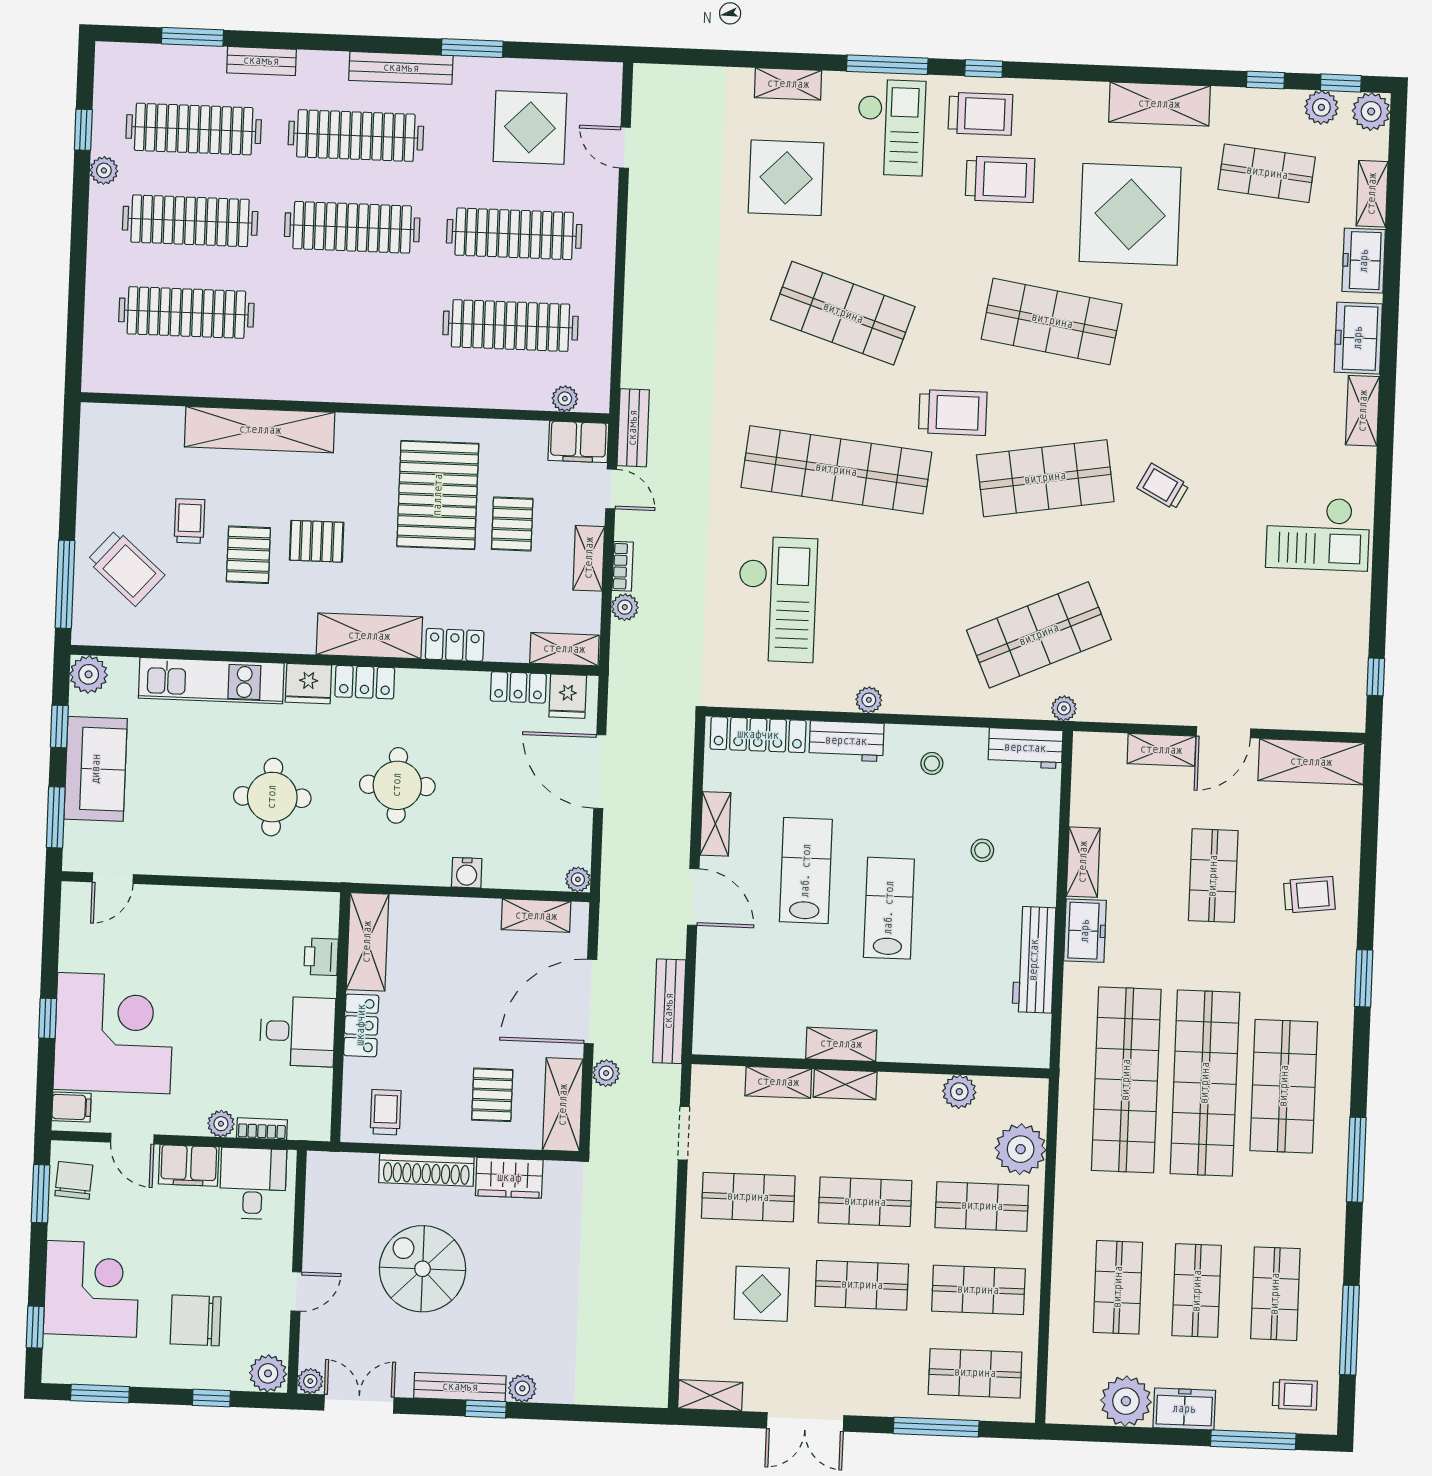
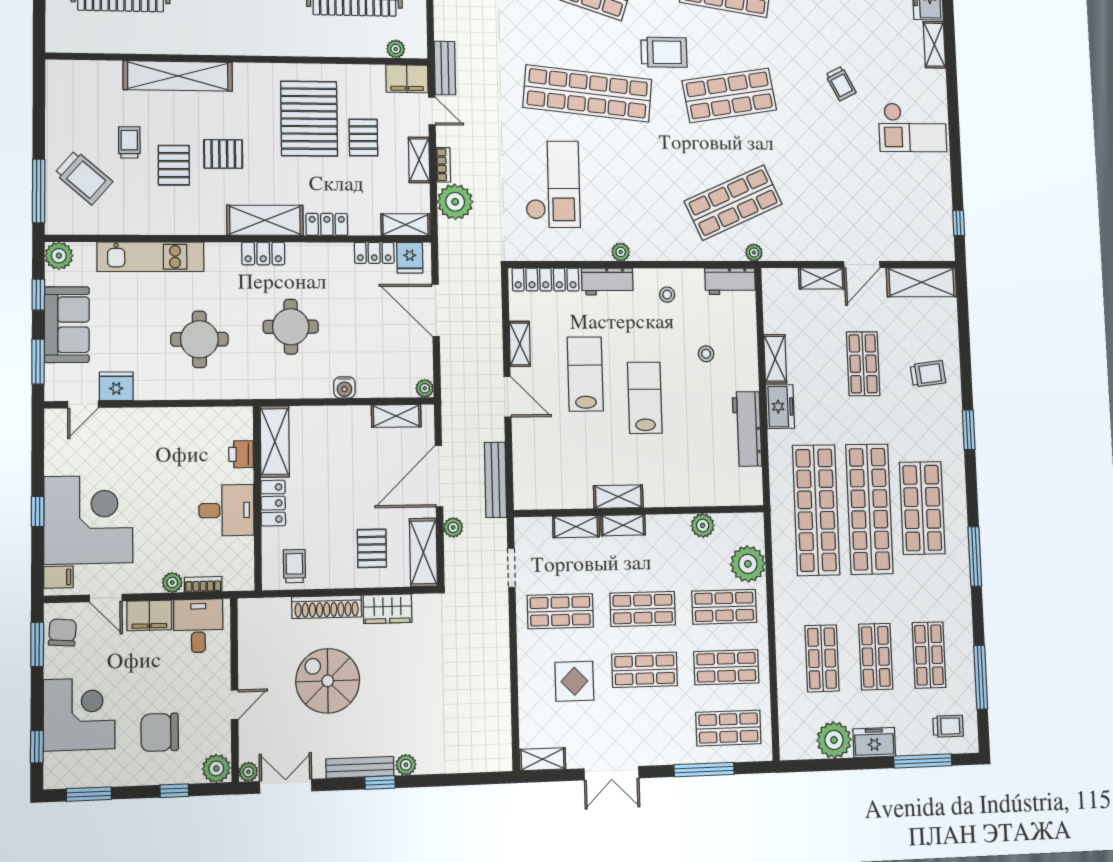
trolley: (1163, 487) -> (841, 84), moved, turned -145
plant: (625, 607) -> (455, 202), width x1.87, depth x1.87
fridge: (308, 684) -> (116, 386), moved, turned 180

